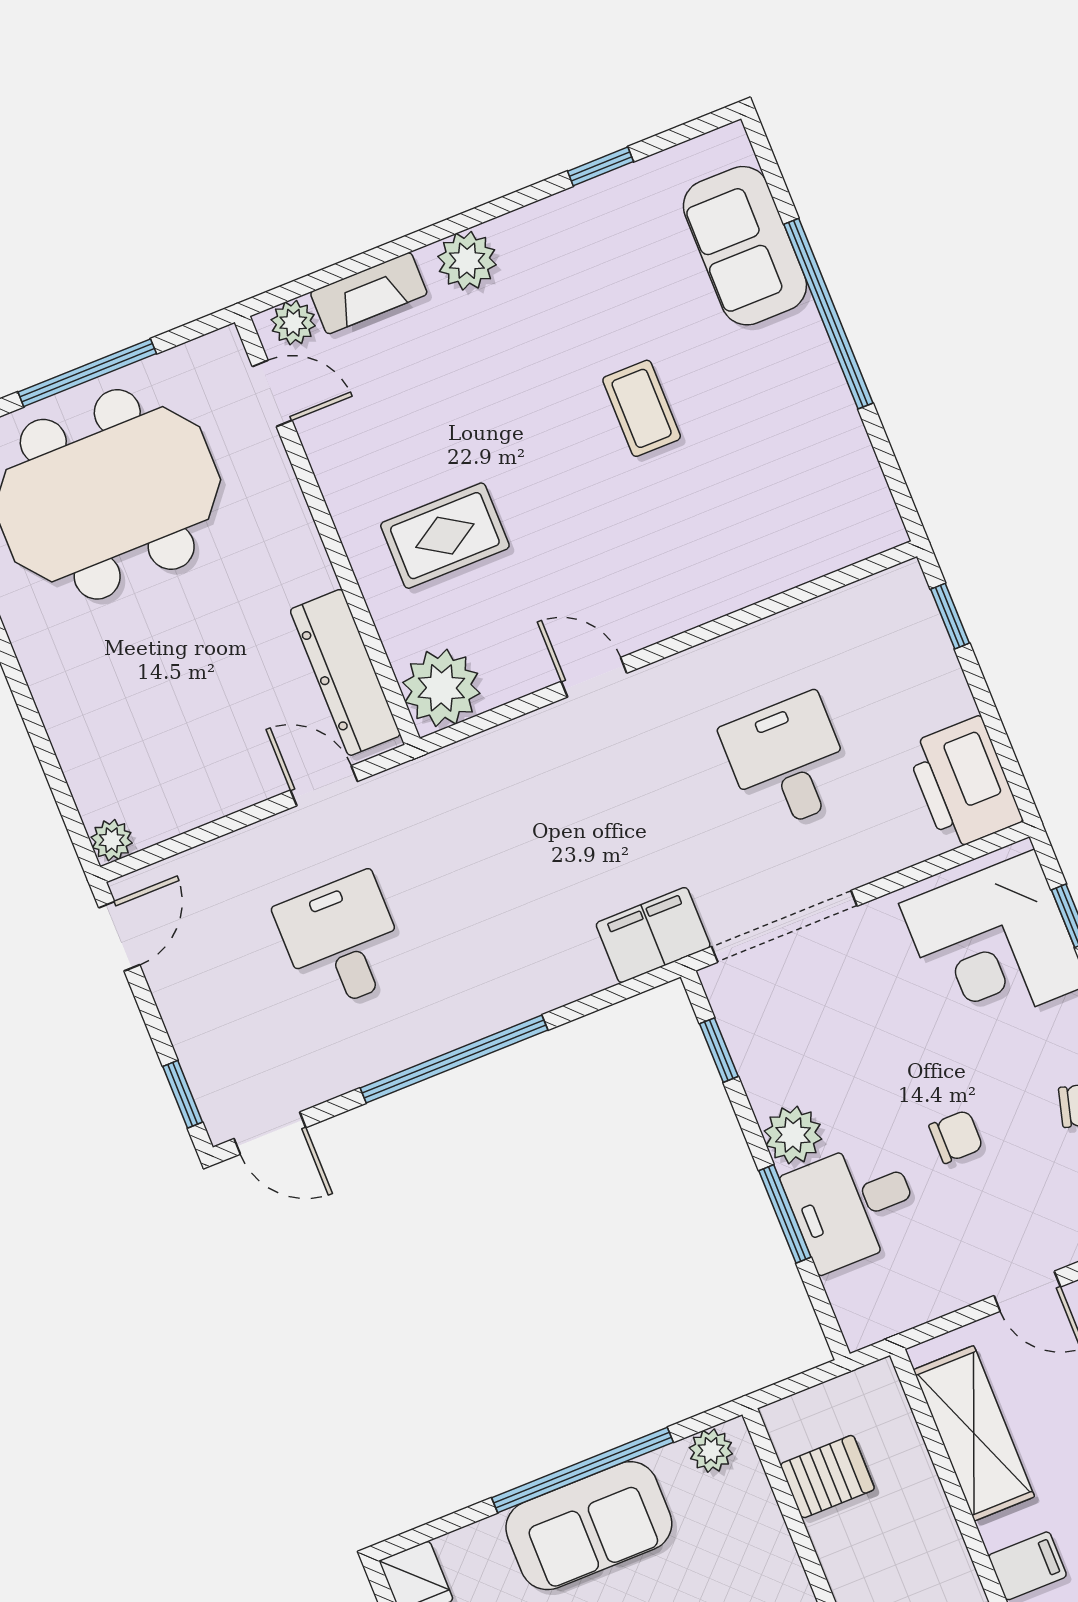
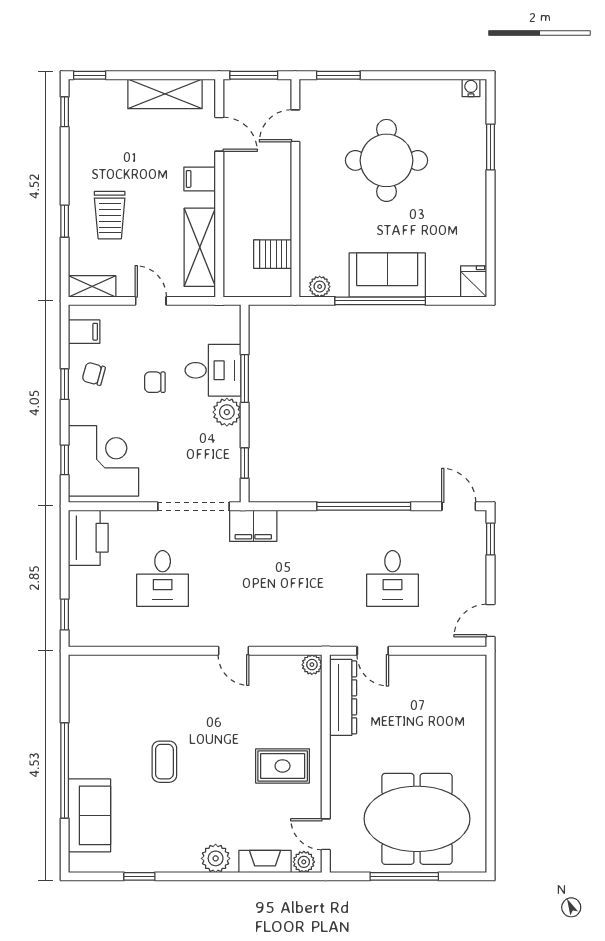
rug: (445, 536) -> (283, 766), moved
plant: (441, 688) -> (312, 665), width x0.53, depth x0.53
plant: (112, 840) -> (477, 665), removed

